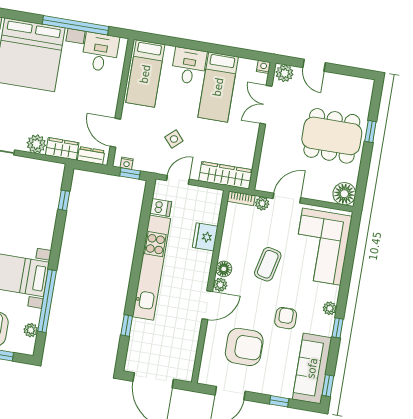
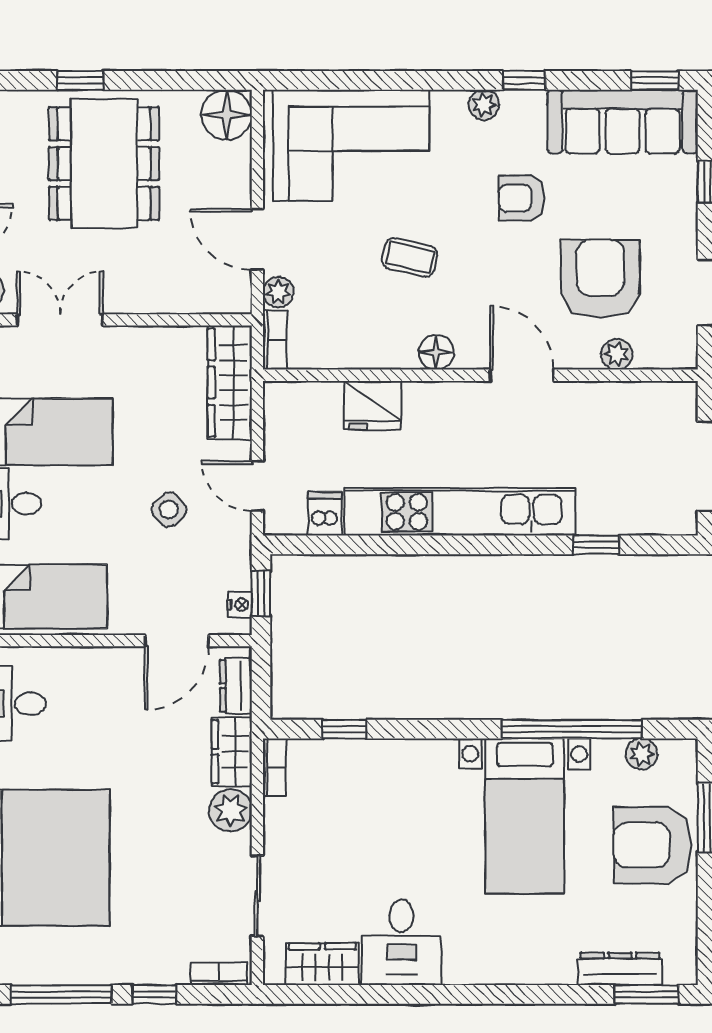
double door: (266, 105) -> (60, 320), swing flipped
bookcase: (52, 167) -> (274, 767), added
coffee table: (268, 264) -> (410, 257), width x0.73, depth x0.77
plant: (220, 285) -> (617, 354), moved

